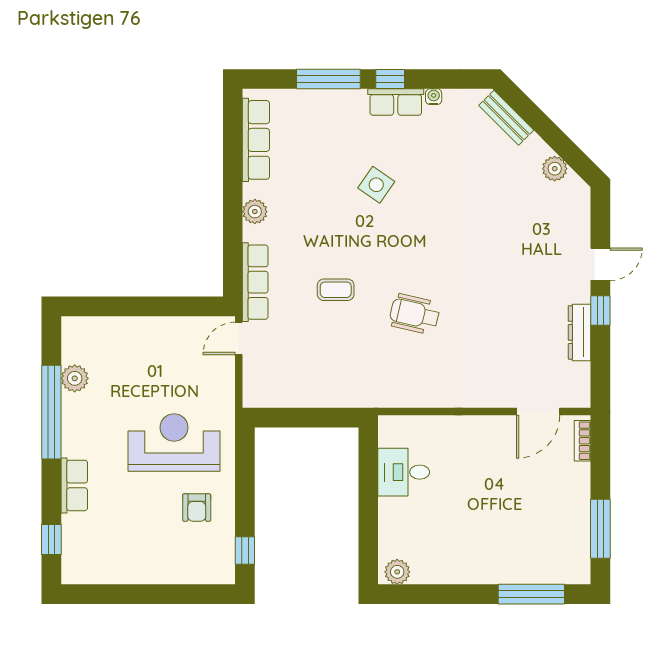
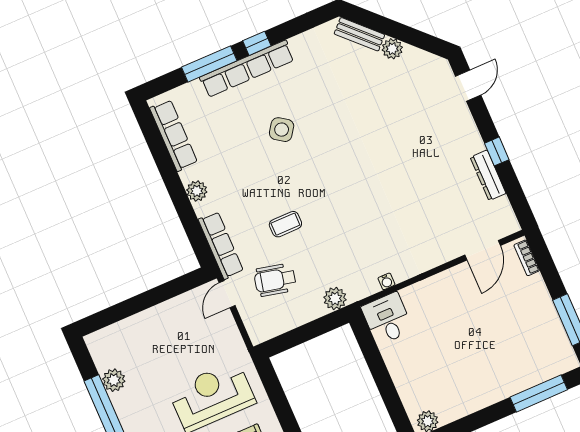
water cooler: (434, 97) -> (386, 281), moved, turned 180
row of seats: (396, 102) -> (247, 69), width x2.02
plant: (555, 169) -> (392, 49), moved
door: (600, 264) -> (468, 86), moved
wheelchair: (415, 314) -> (275, 280), moved
plant: (354, 394) -> (335, 299), added
desk: (404, 472) -> (387, 319), moved, turned 90

